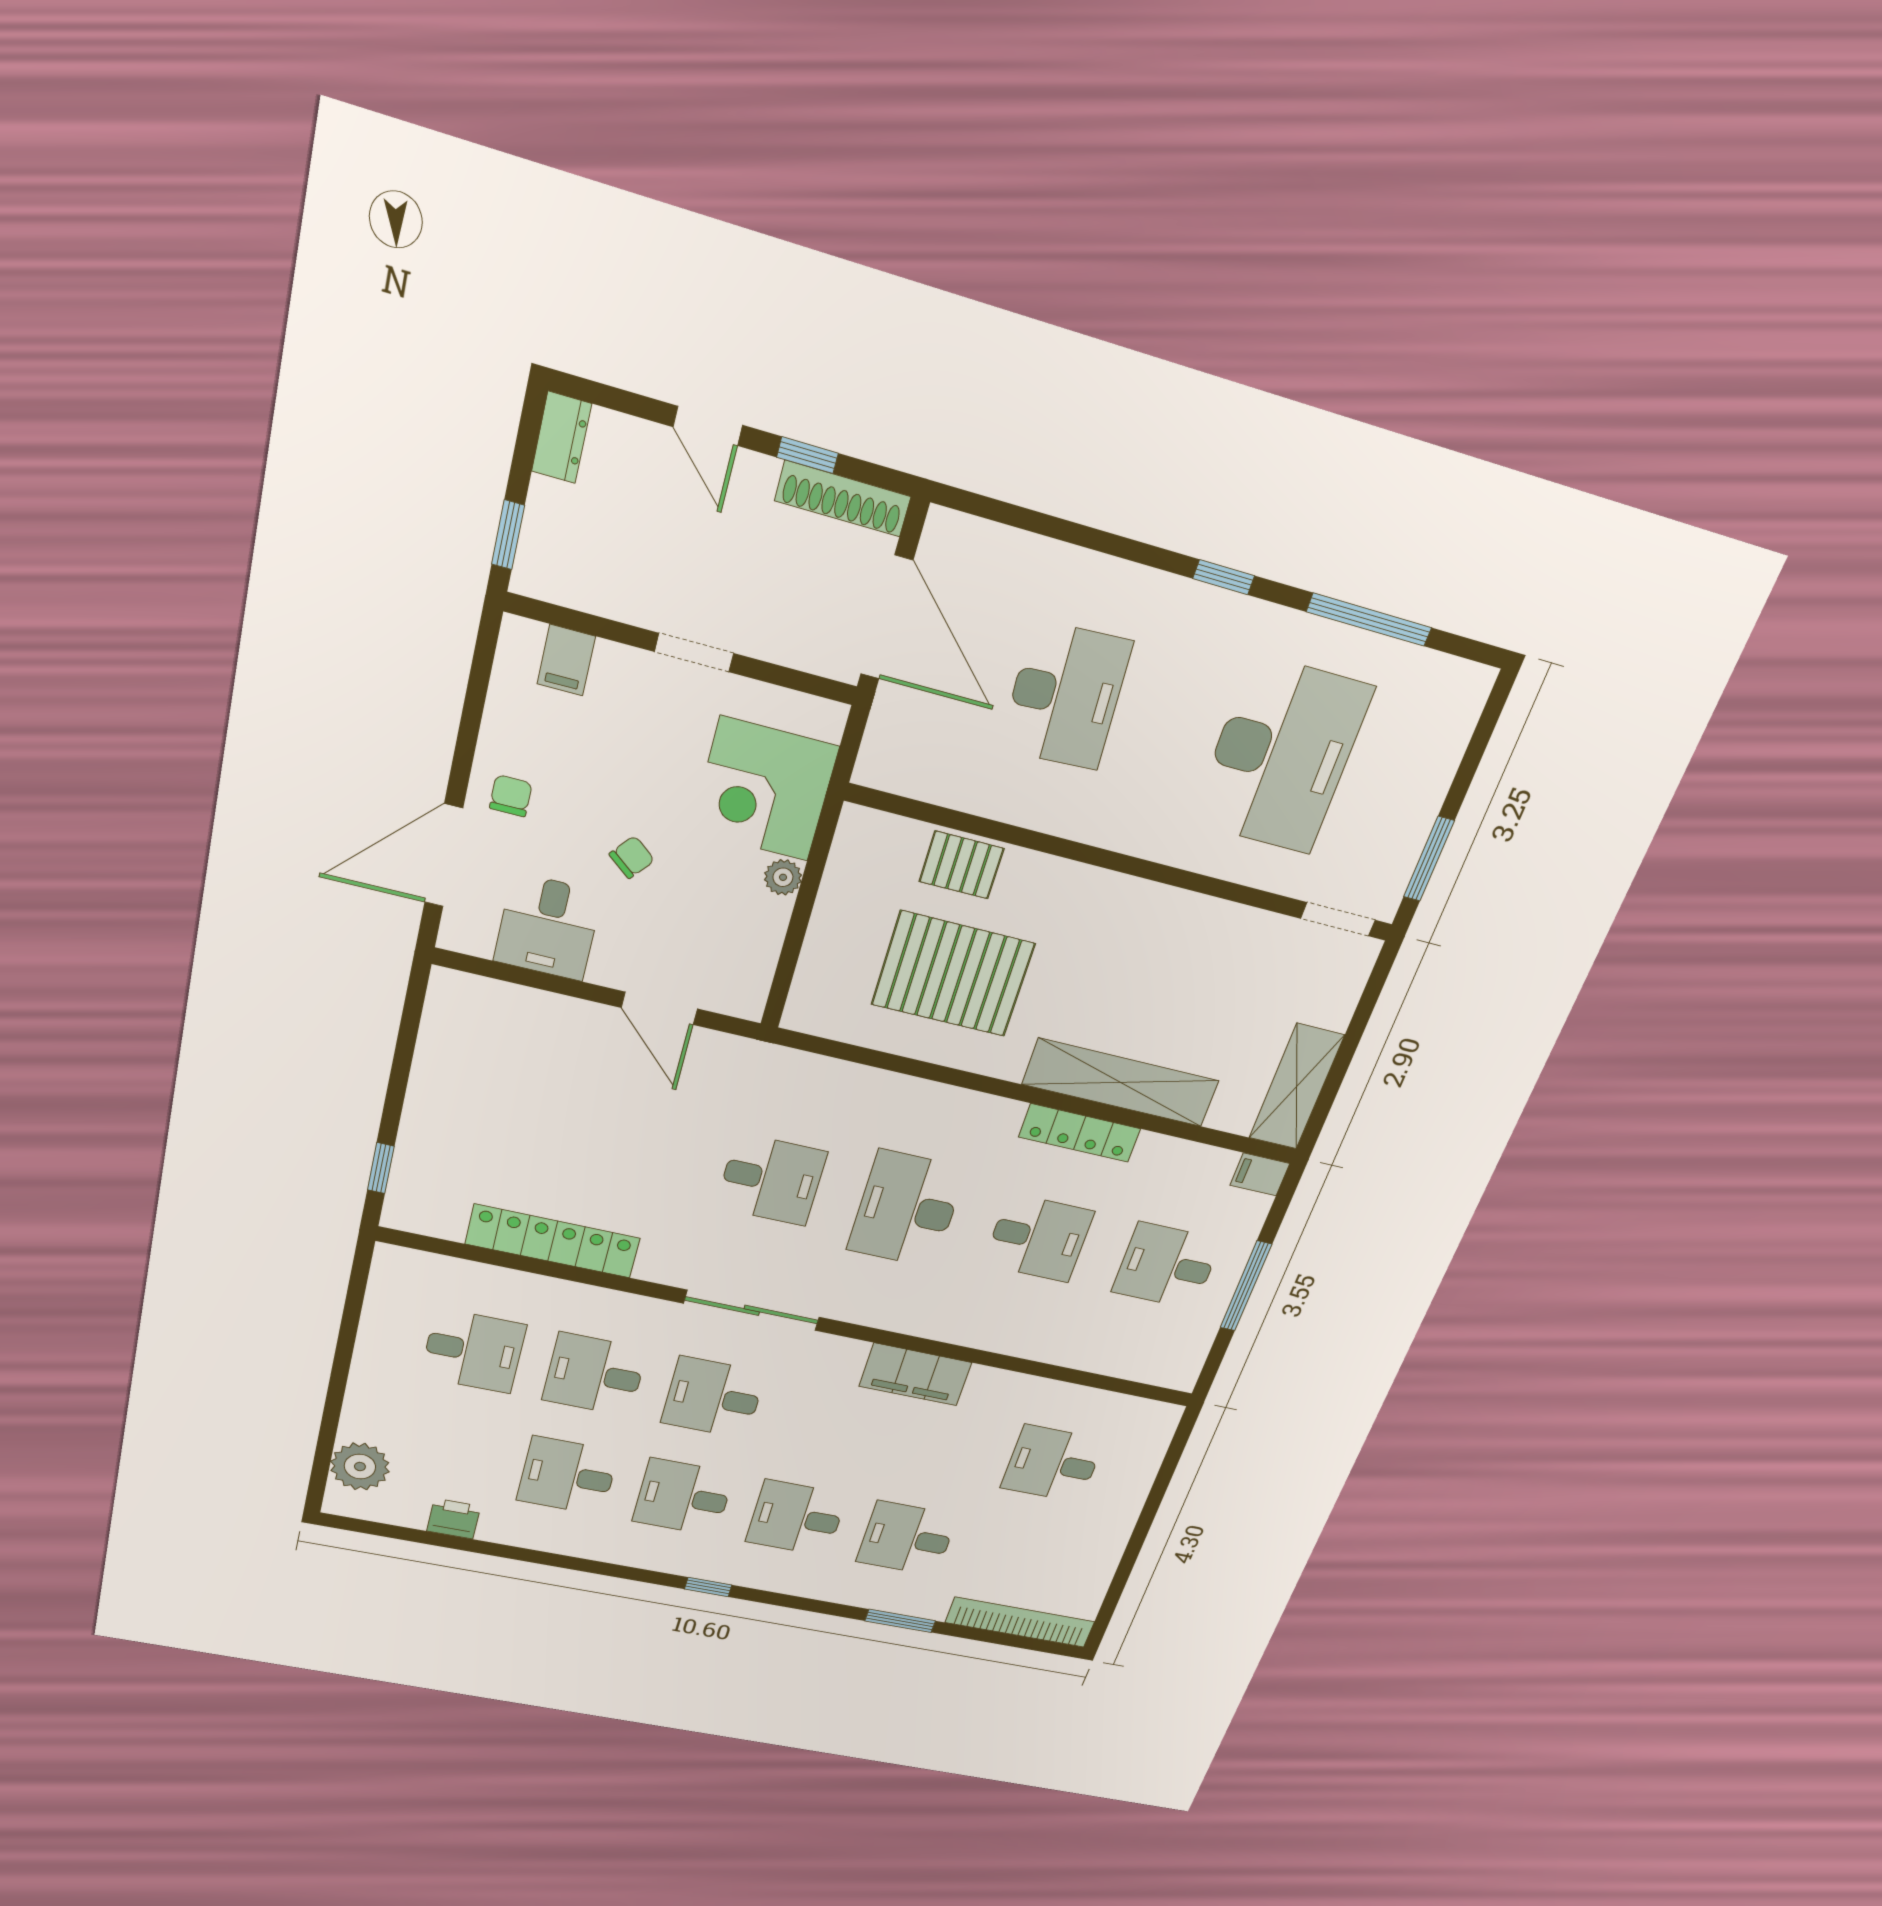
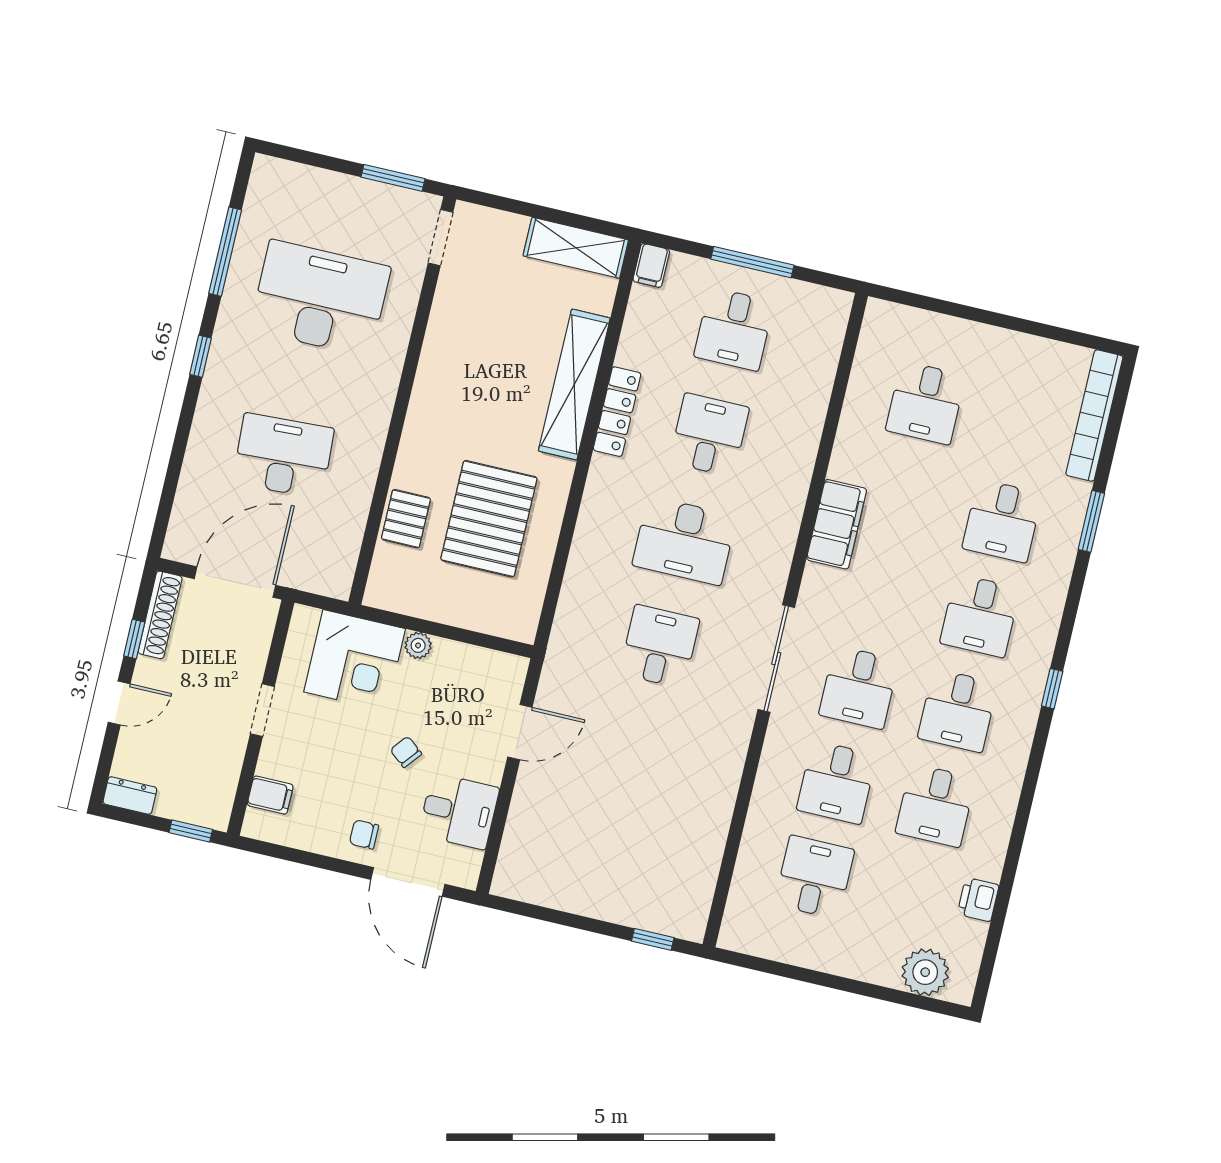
locker: (553, 1241) -> (715, 813), removed

